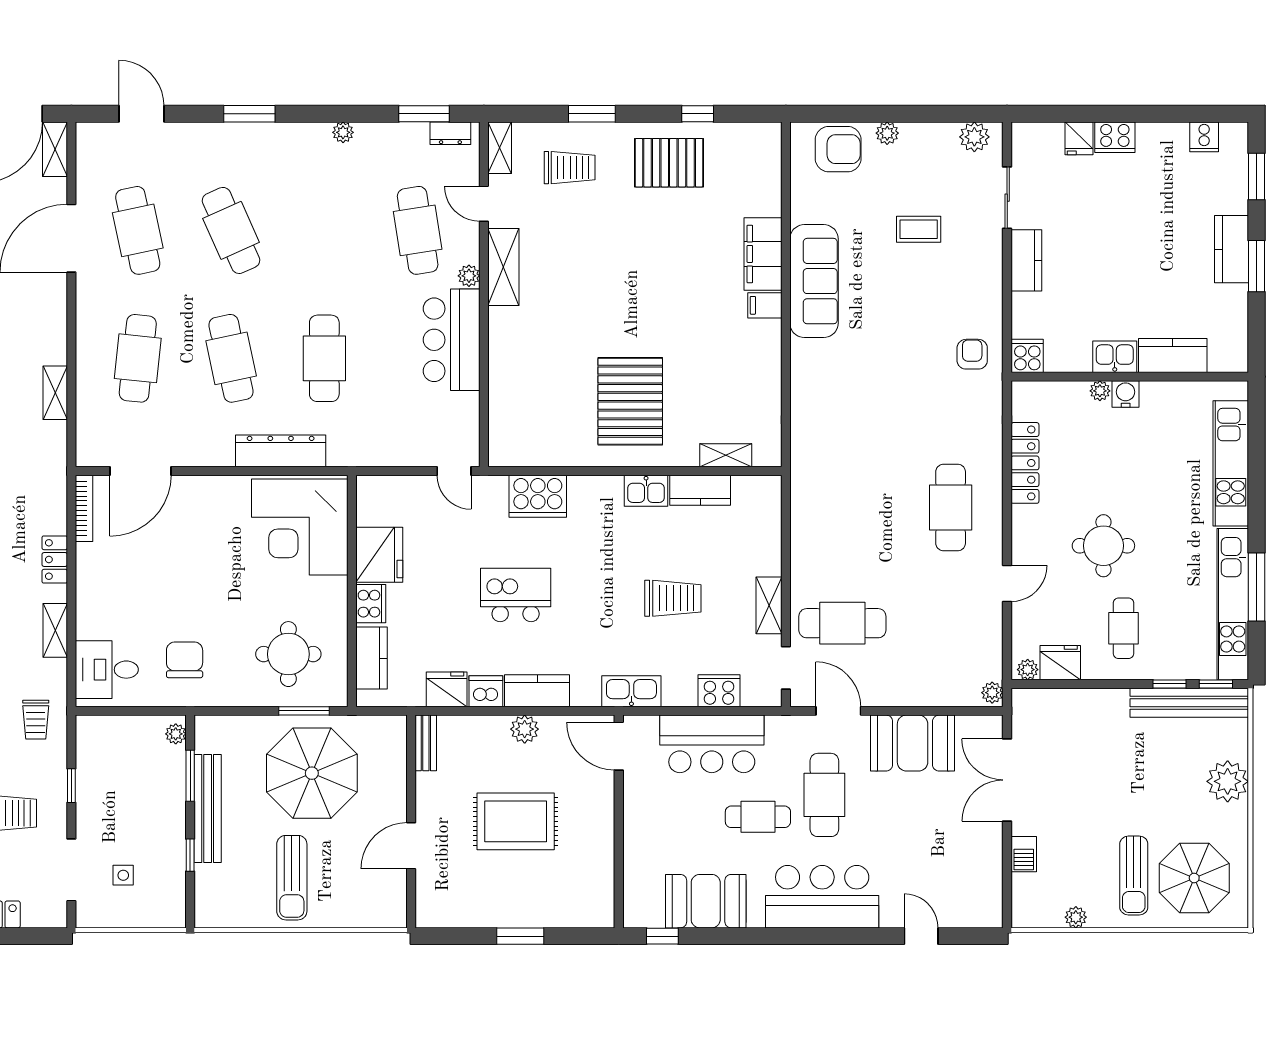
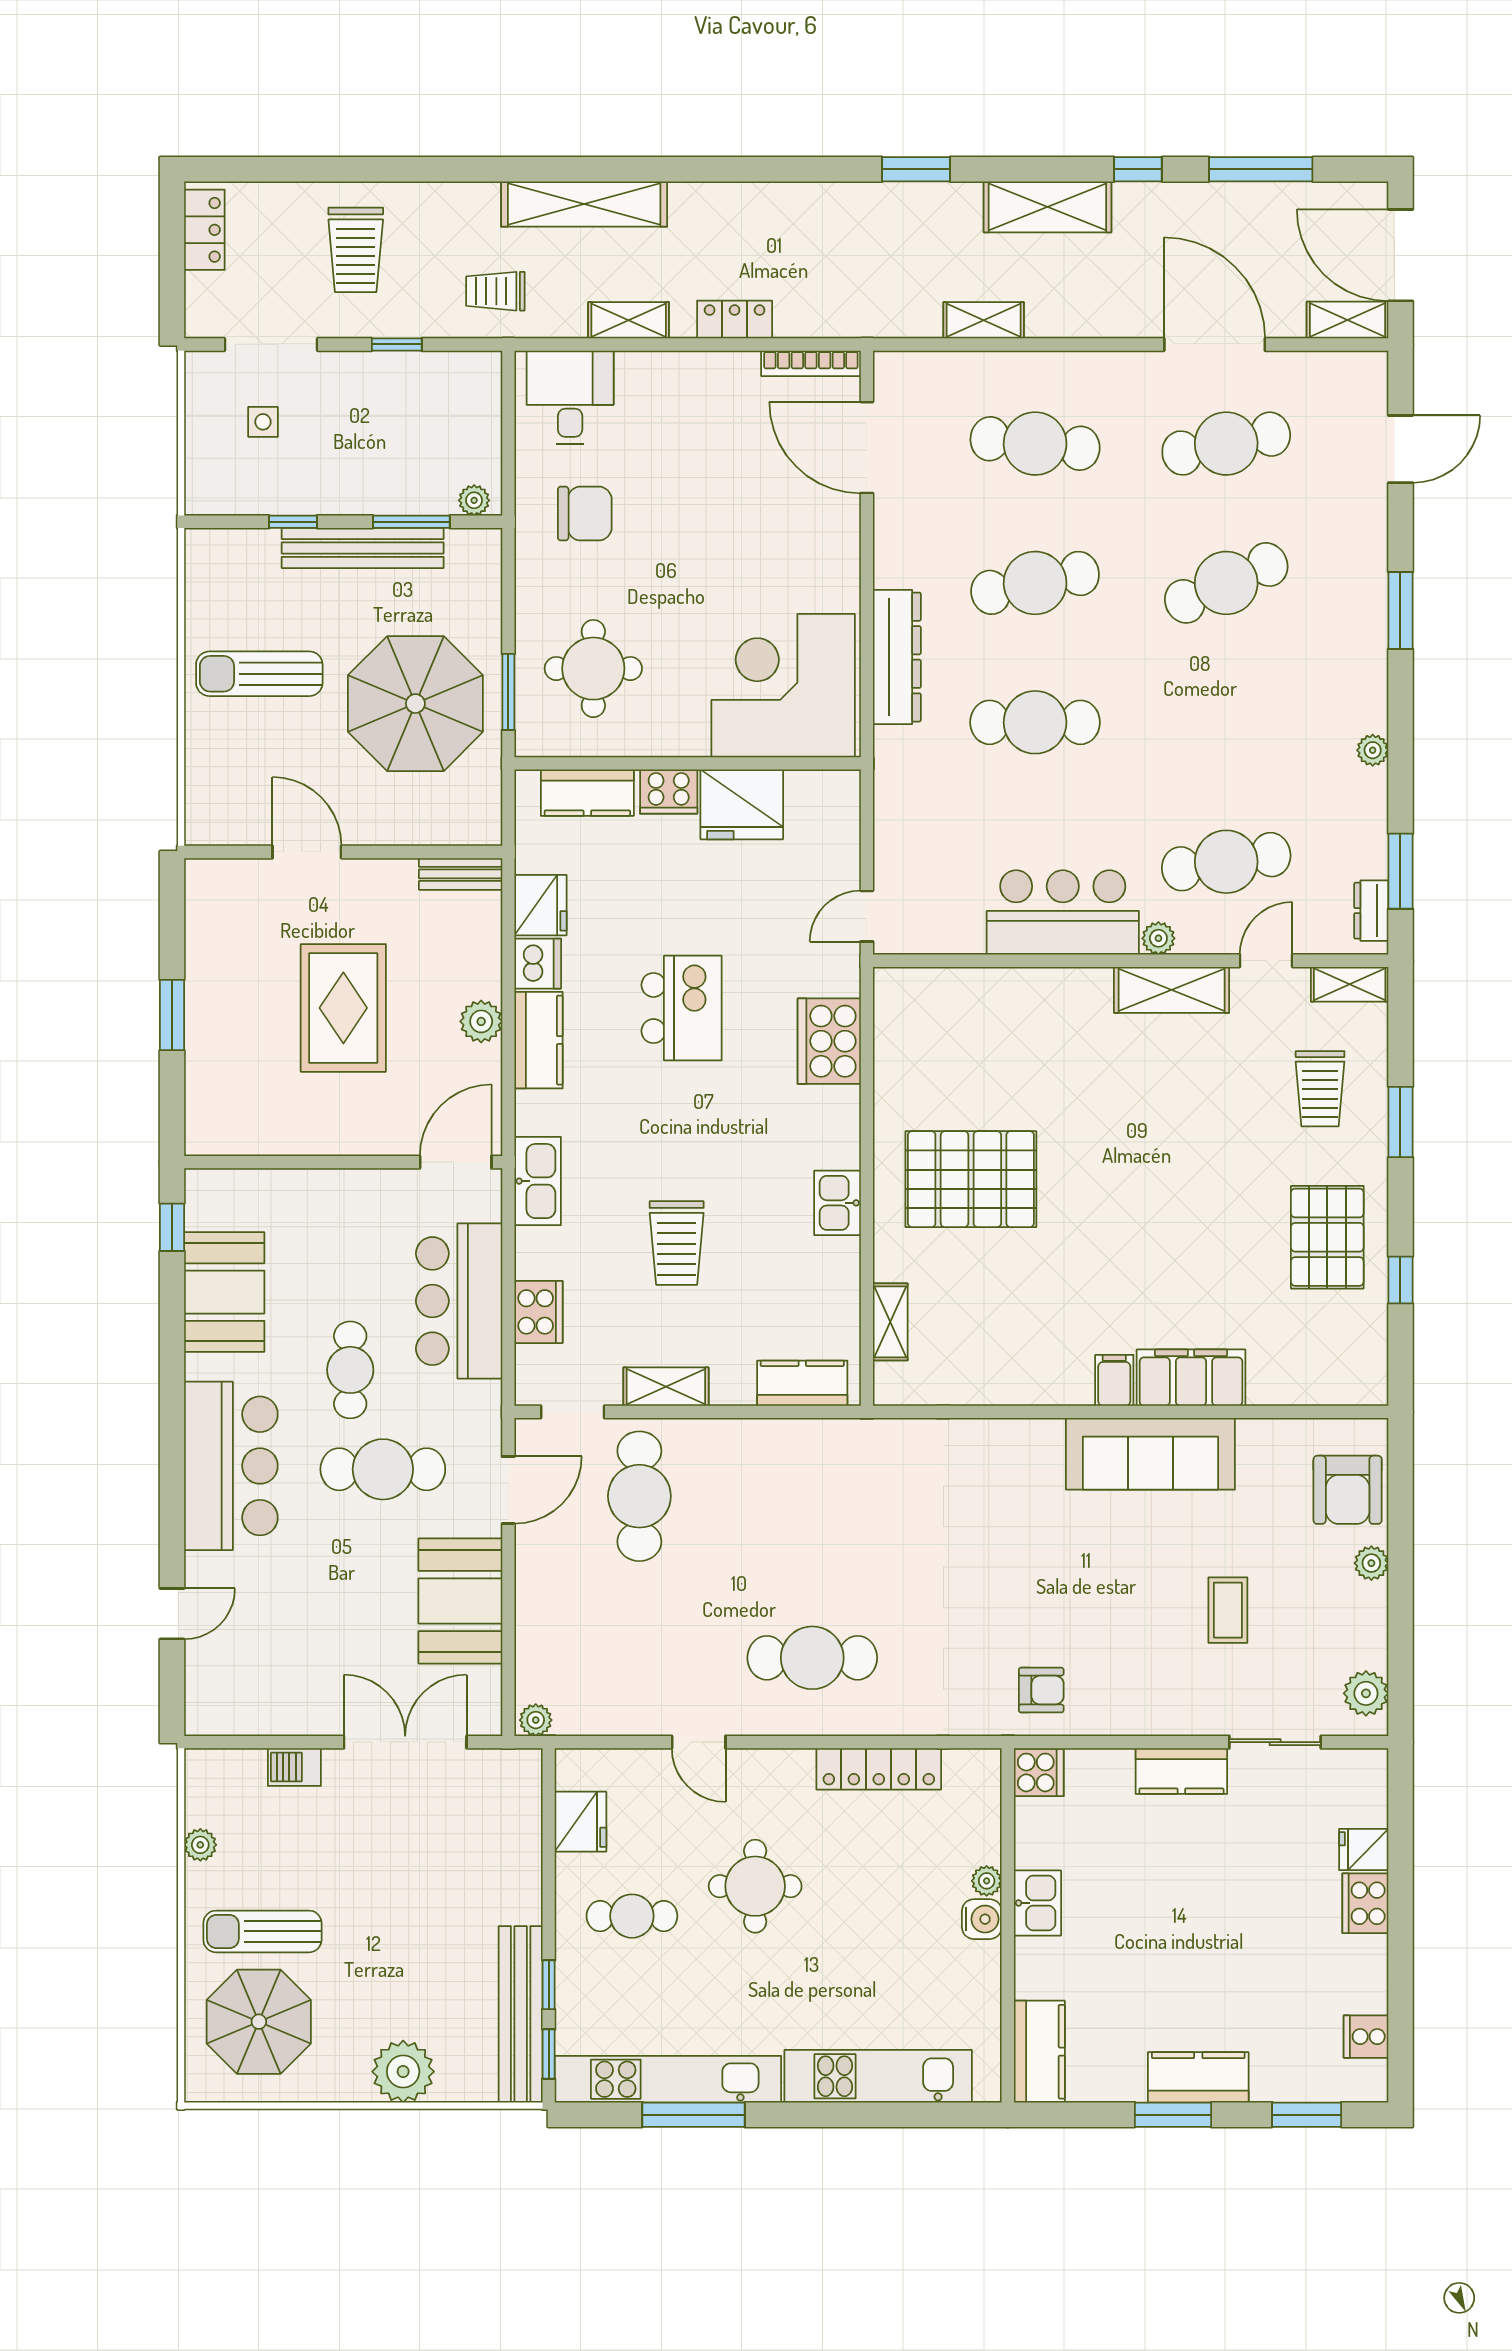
kitchen counter: (1173, 356) -> (1039, 2052), moved
kitchen counter: (700, 490) -> (802, 1383), moved, turned 90
plant: (1028, 670) -> (570, 1773), removed

